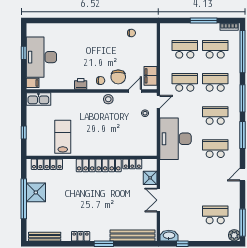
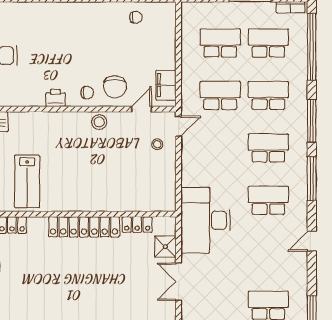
lab bench: (63, 137) -> (27, 181), turned 180
desk: (176, 139) -> (206, 220), moved

